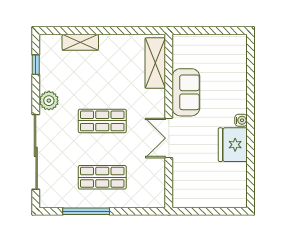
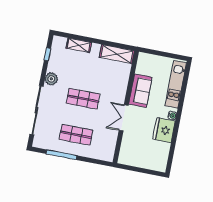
shelving: (155, 63) -> (117, 54), moved, turned 90
kitchen unit: (237, 72) -> (176, 84), added

